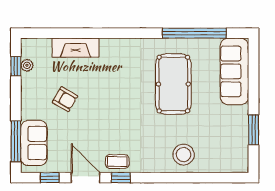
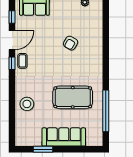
fireplace: (75, 48) -> (96, 34), removed
sofa: (234, 71) -> (64, 137), moved
armchair: (65, 99) -> (71, 43), moved

